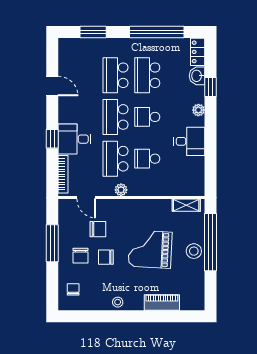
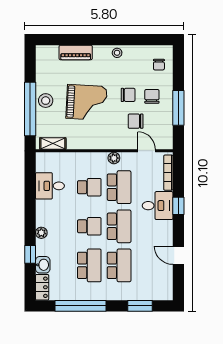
desk: (189, 141) -> (50, 186), moved

